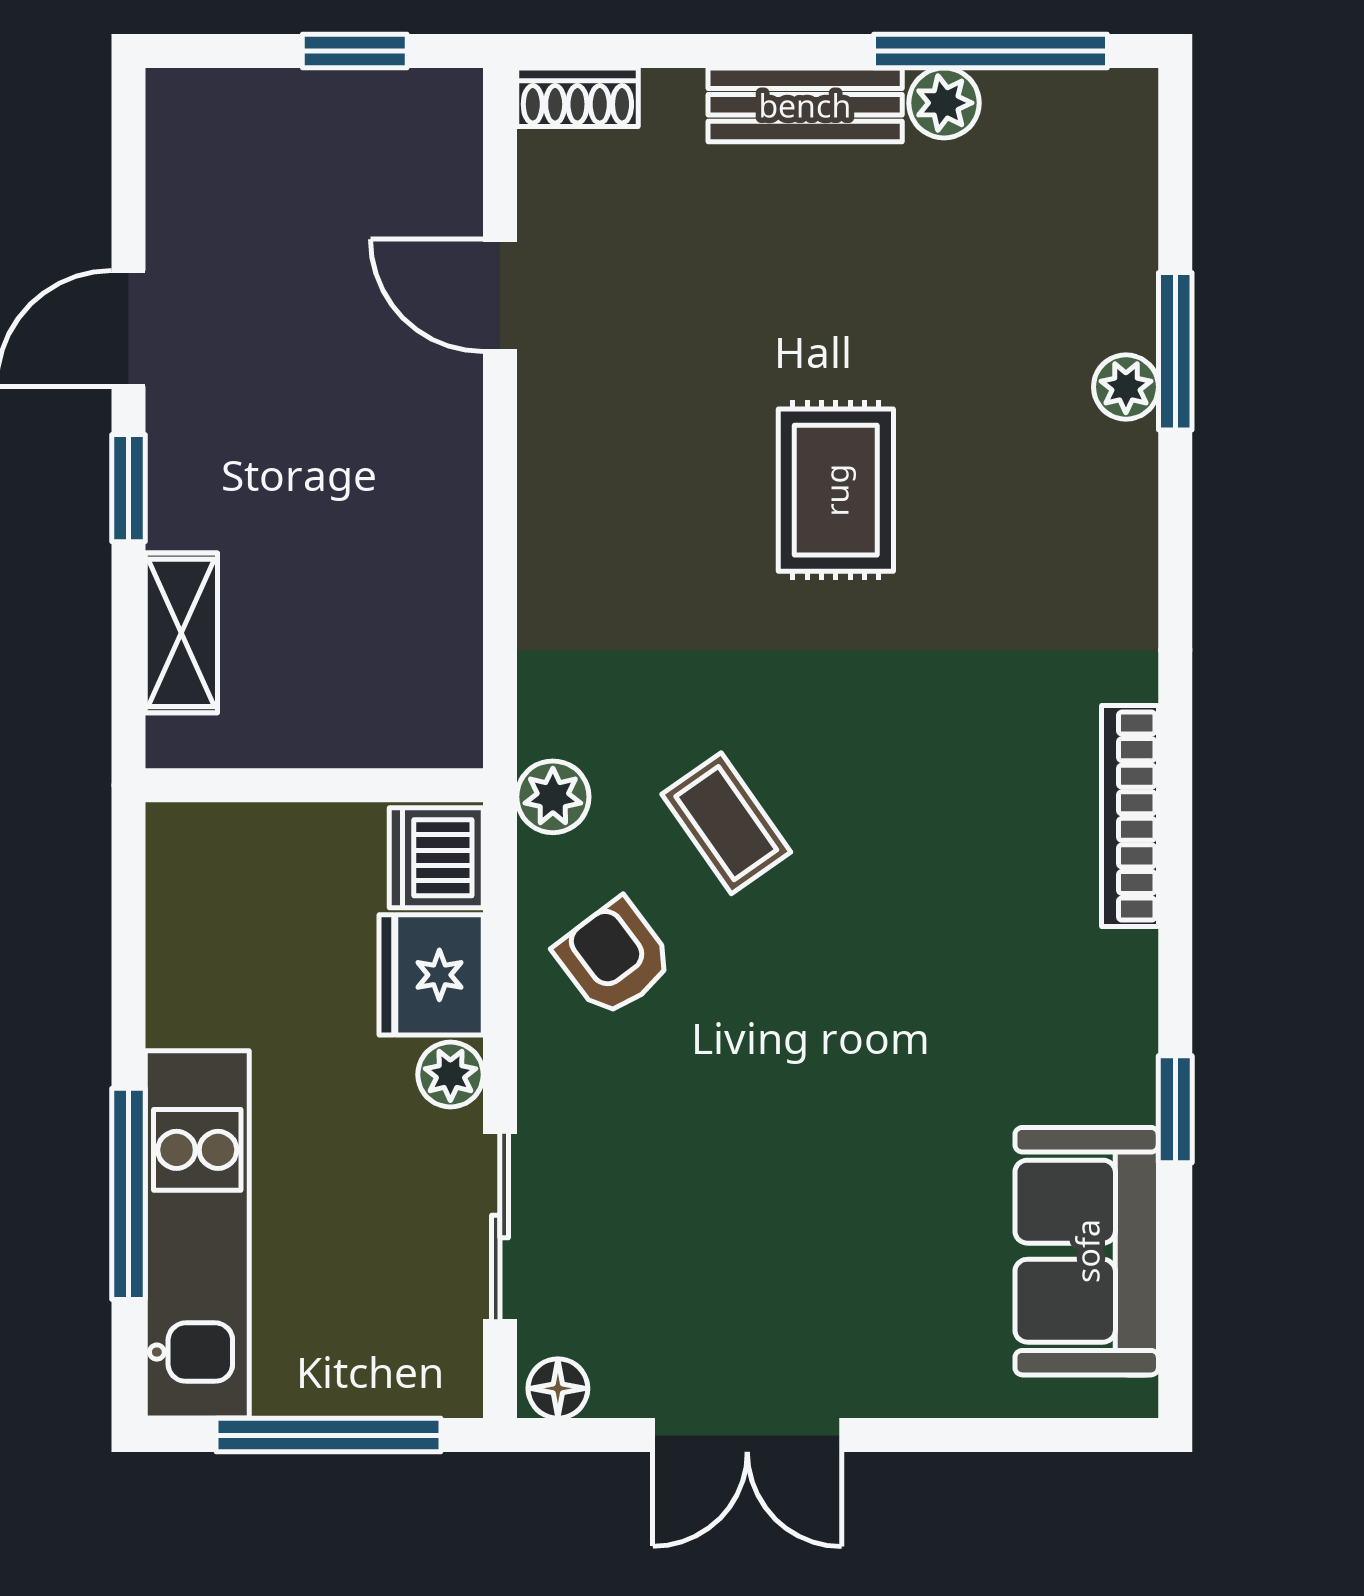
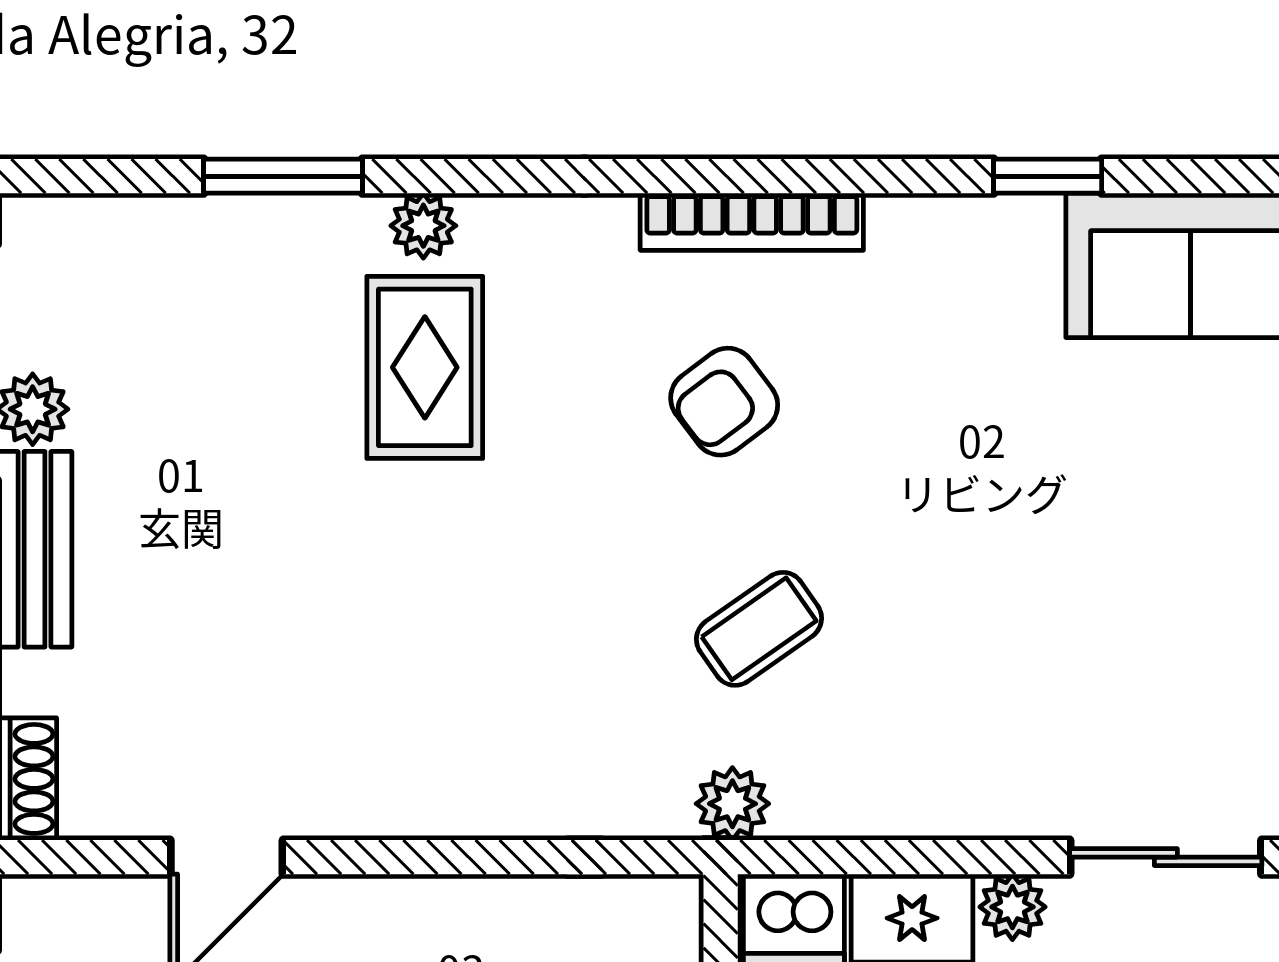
plant: (1126, 387) -> (423, 226), moved
rug: (836, 490) -> (425, 367), moved, turned 90
armchair: (614, 958) -> (724, 402), moved

